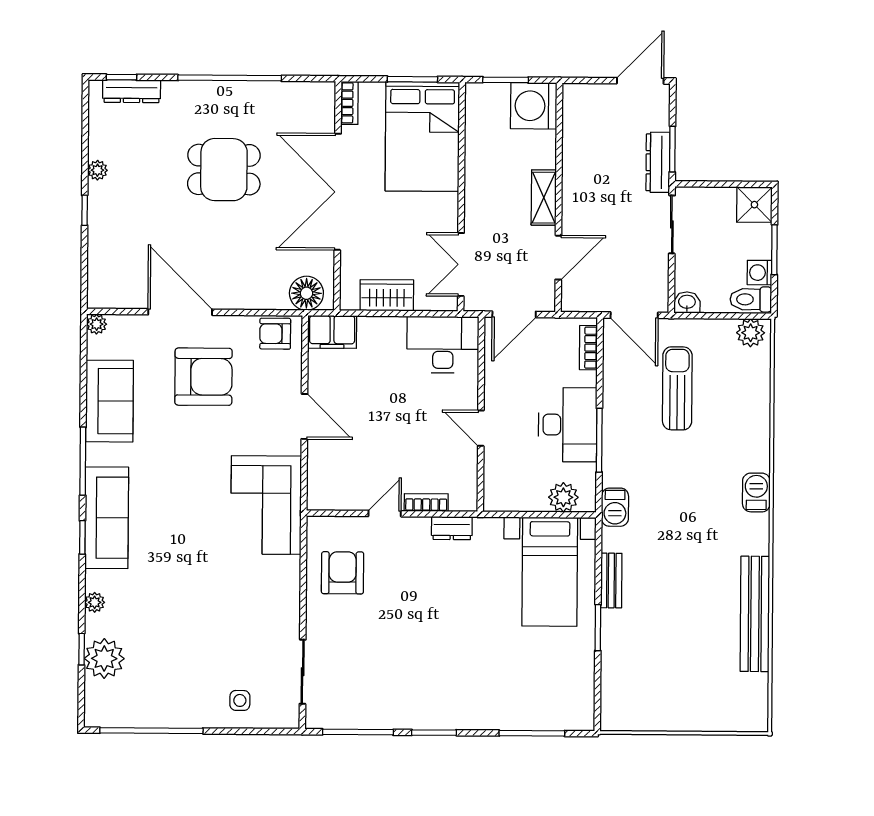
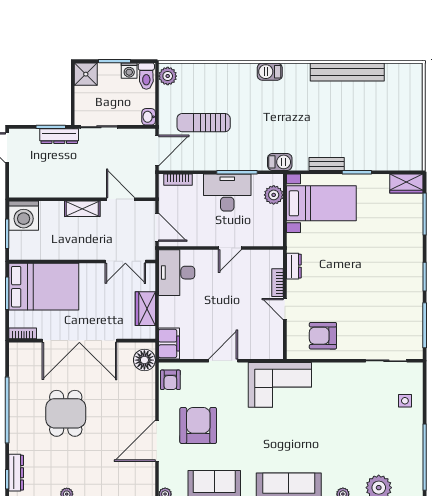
wardrobe: (580, 705) -> (406, 184), added

